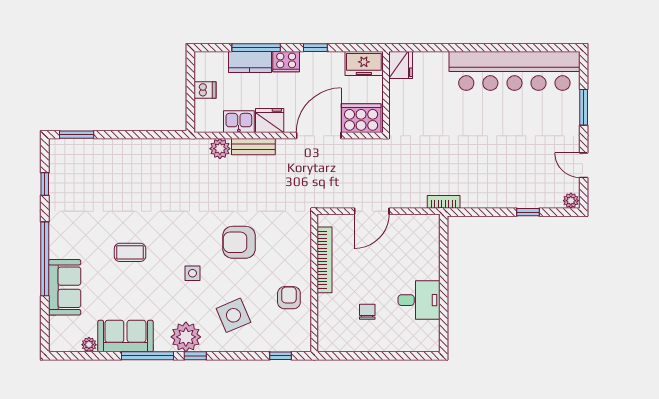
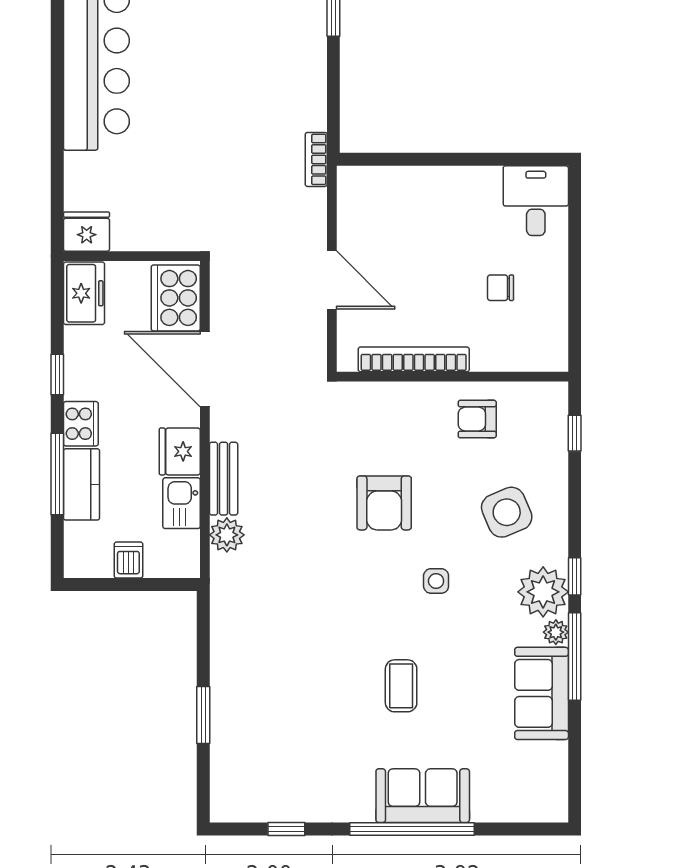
window: (77, 135) -> (203, 715), moved
sofa: (65, 287) -> (423, 796), moved
desk: (419, 300) -> (536, 201), moved
plant: (89, 345) -> (556, 632), moved

